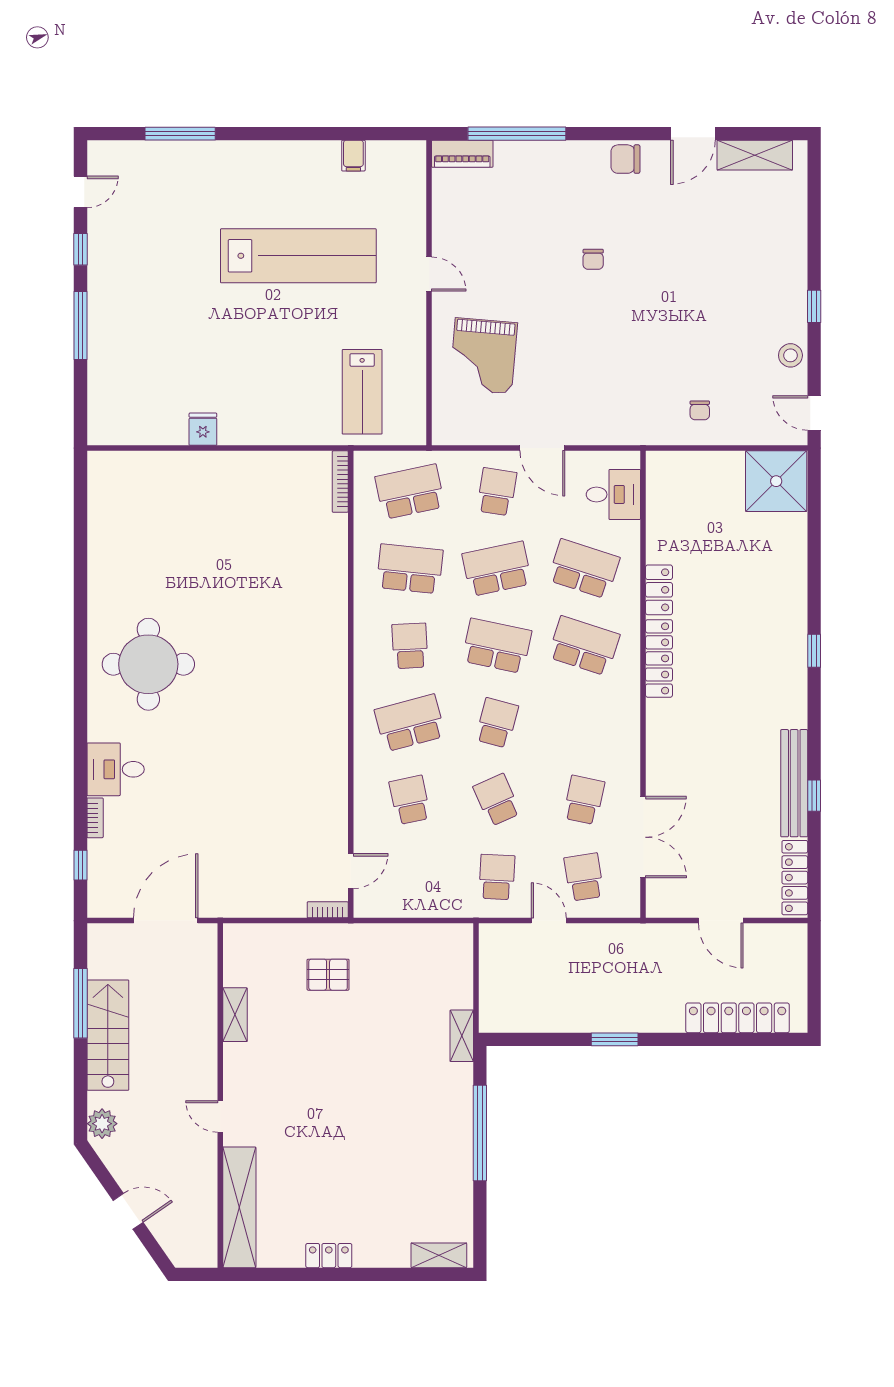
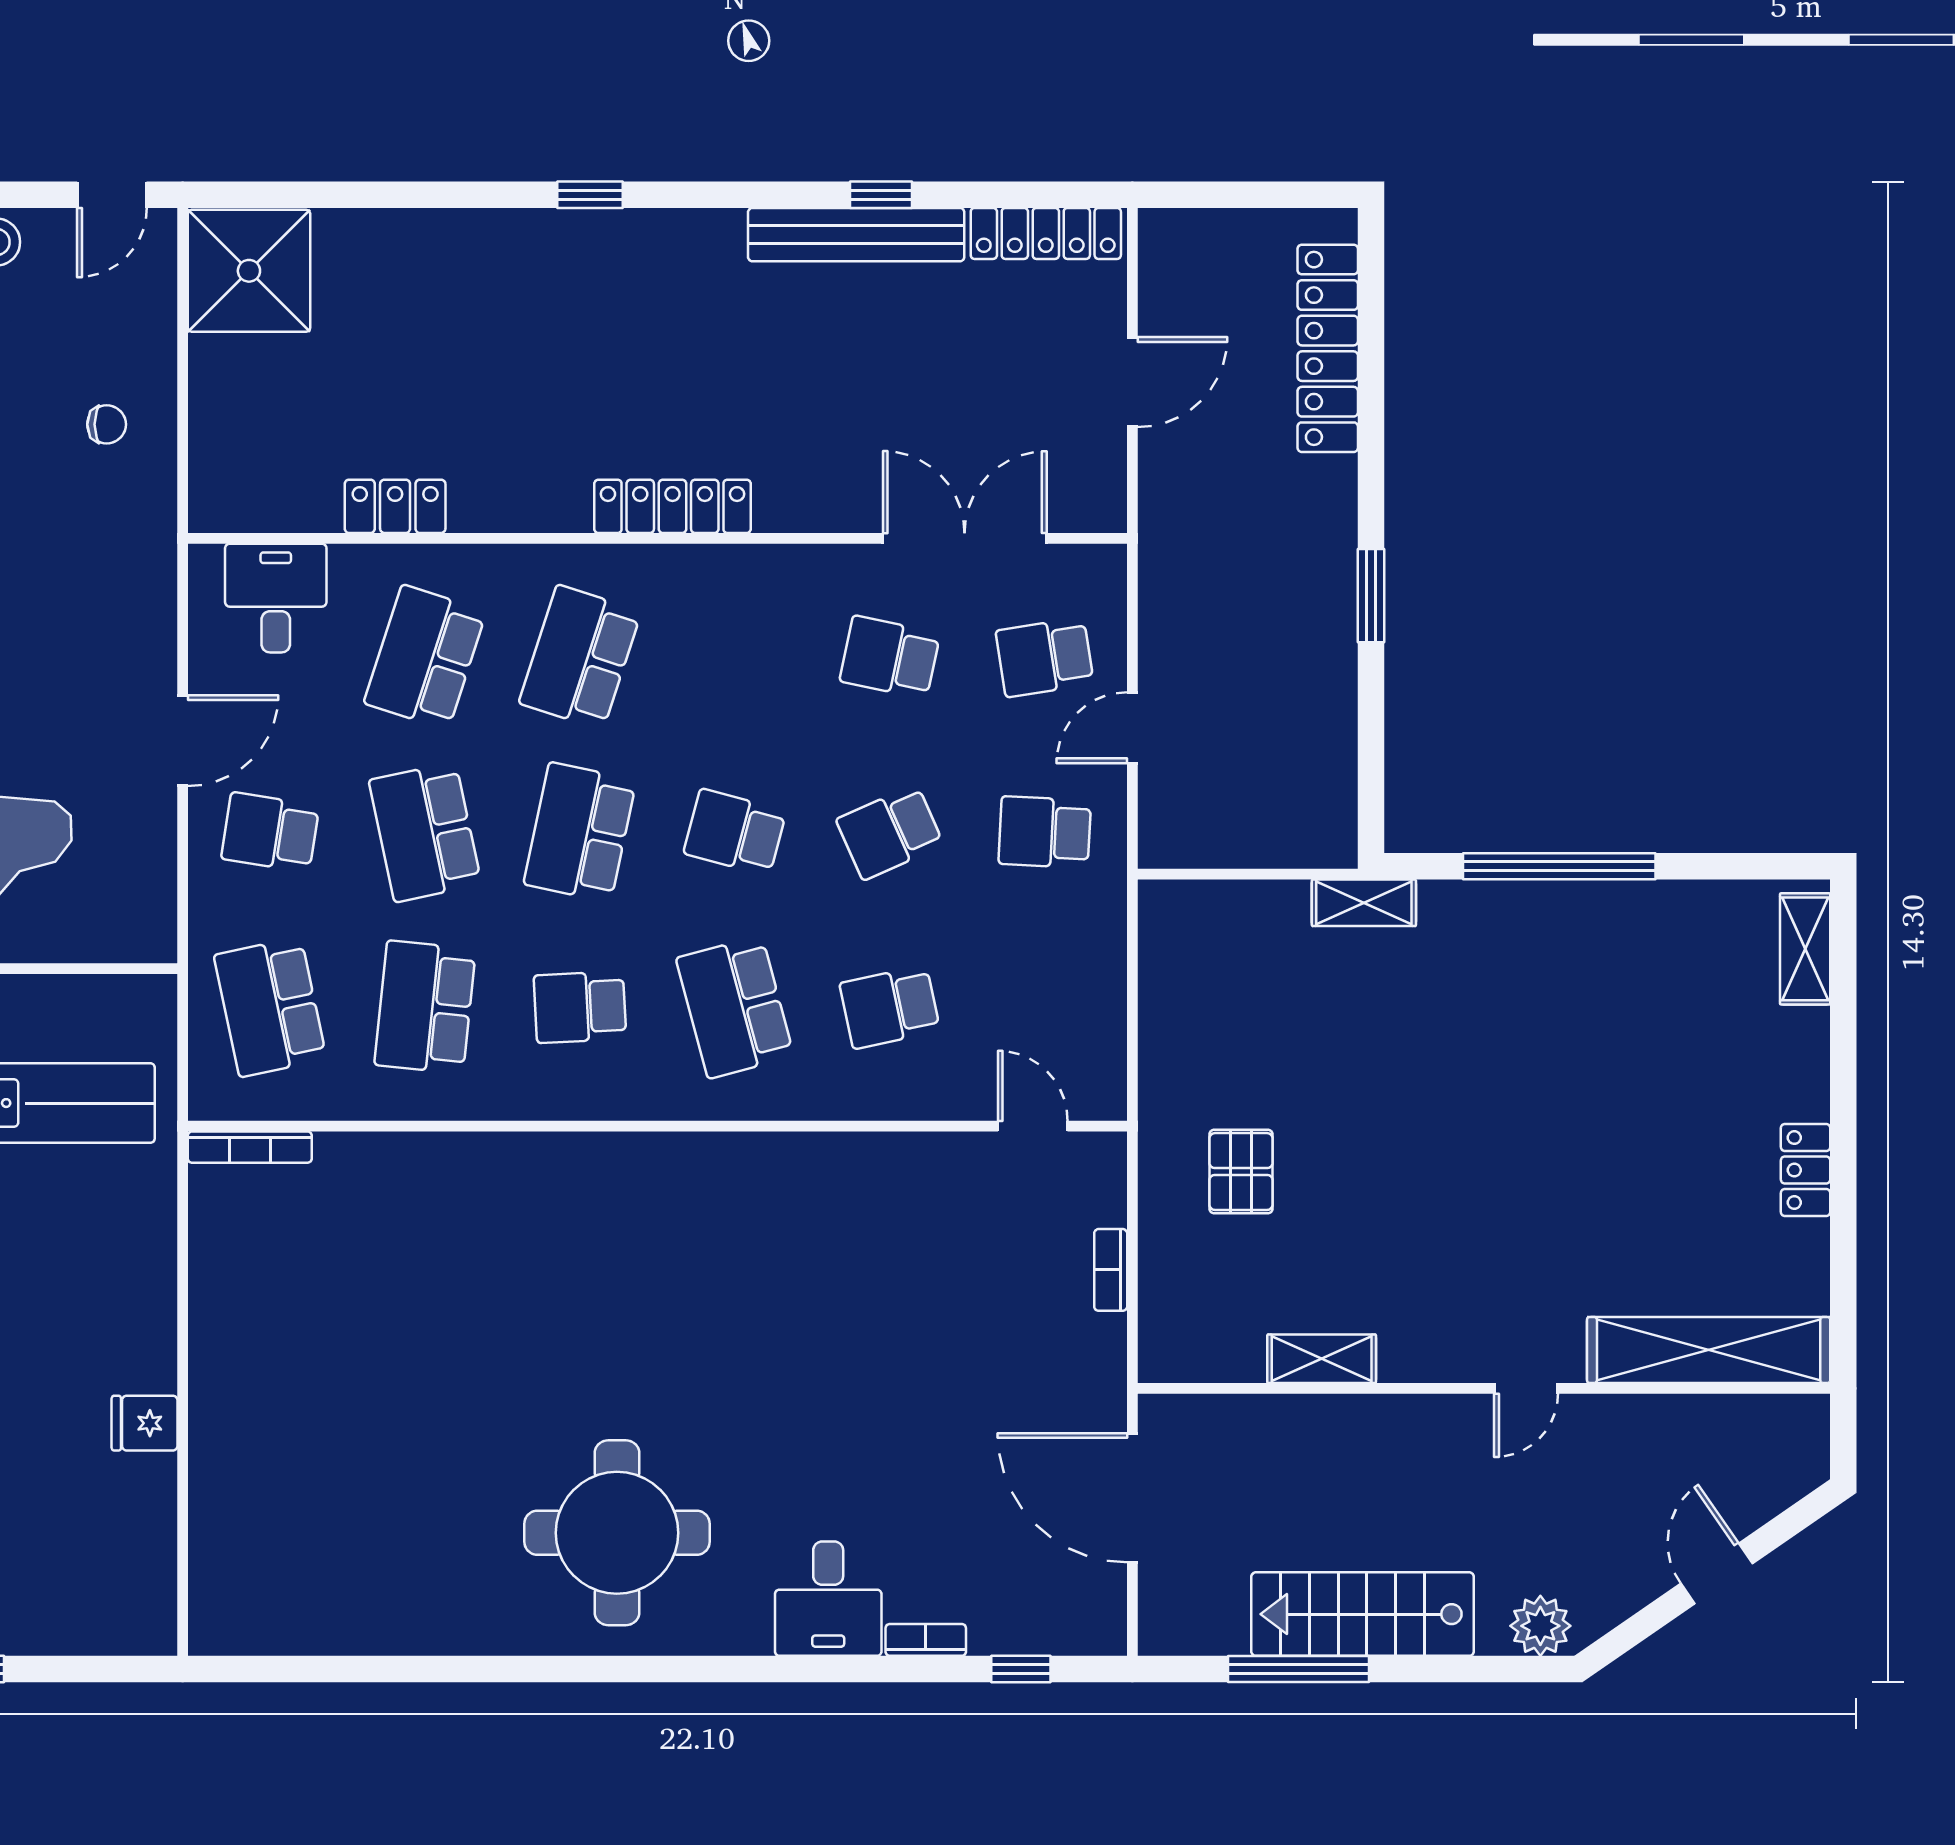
locker: (659, 590) -> (395, 506), moved
locker: (659, 658) -> (672, 506), moved
bookcase: (328, 910) -> (1111, 1270), moved

